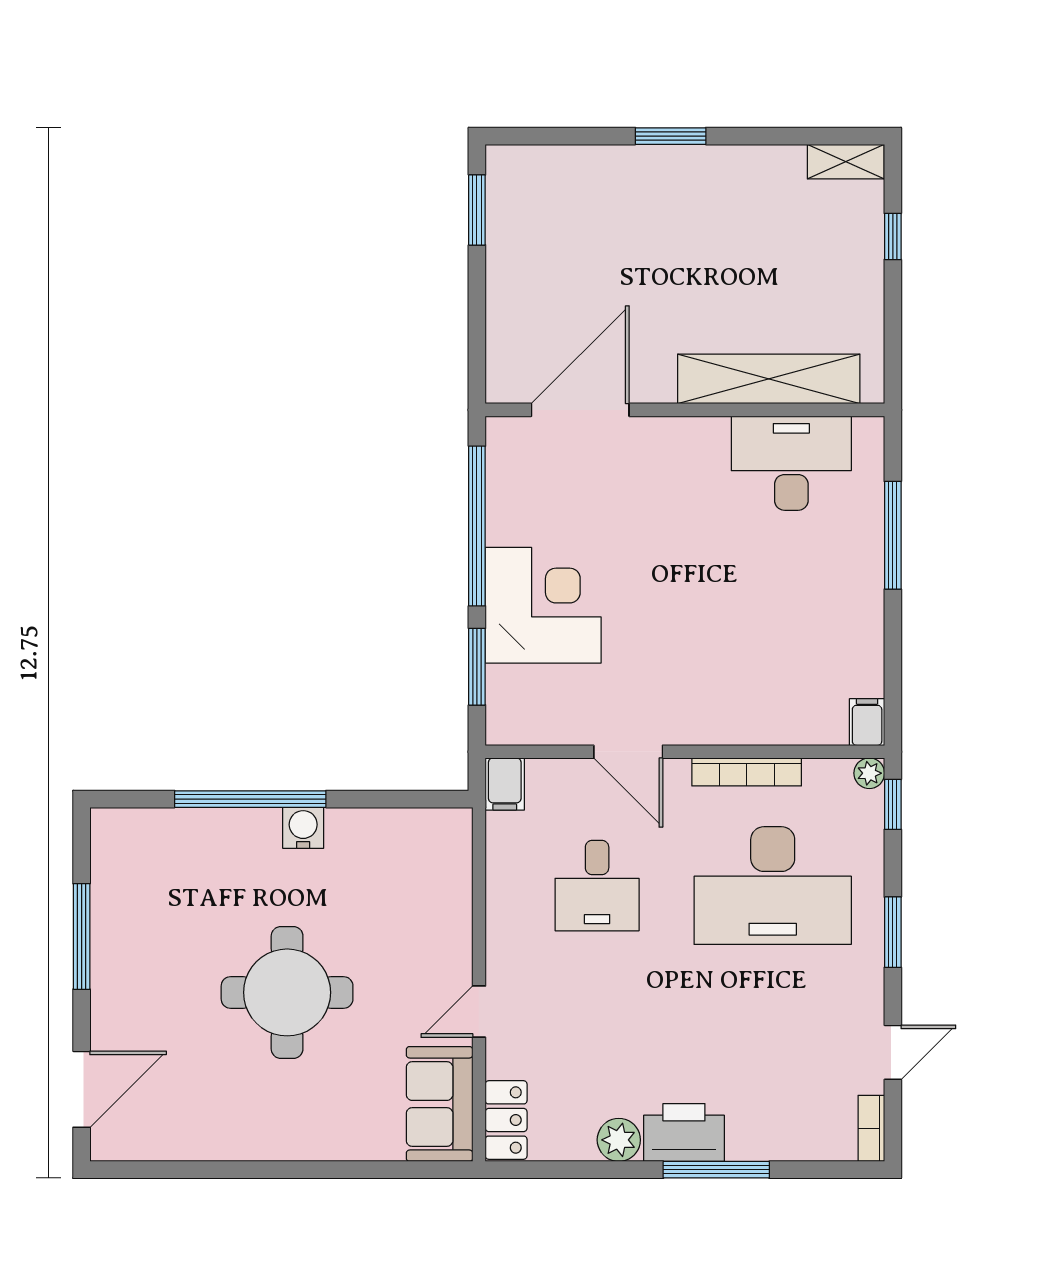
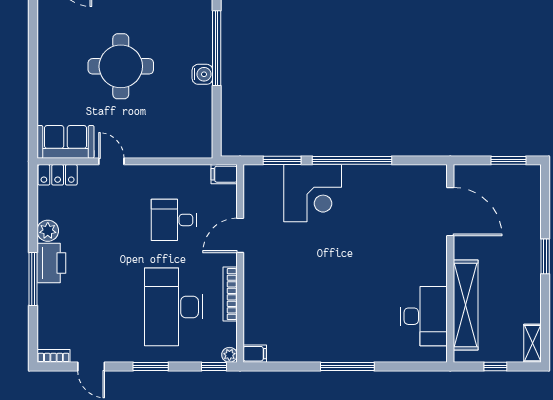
shelving: (769, 379) -> (466, 305), moved
door: (580, 410) -> (450, 212), moved
wall: (685, 410) -> (450, 263), moved
desk: (791, 463) -> (424, 316), moved

